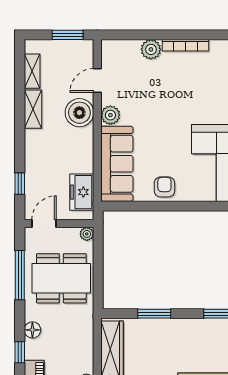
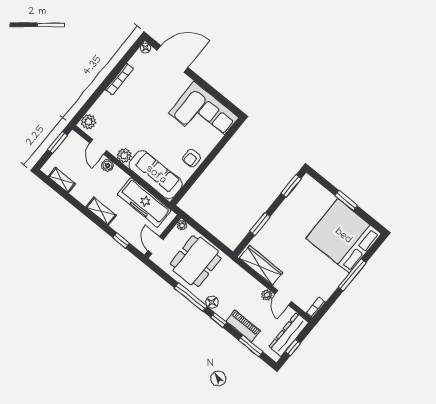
plant: (151, 49) -> (88, 122), moved
shelving: (33, 109) -> (101, 211), moved
boiler: (79, 113) -> (107, 165), width x0.54, depth x0.54
armchair: (164, 187) -> (191, 158), turned -90
freezer: (82, 192) -> (144, 202), width x1.91, depth x1.26
window: (20, 275) -> (191, 297), moved

